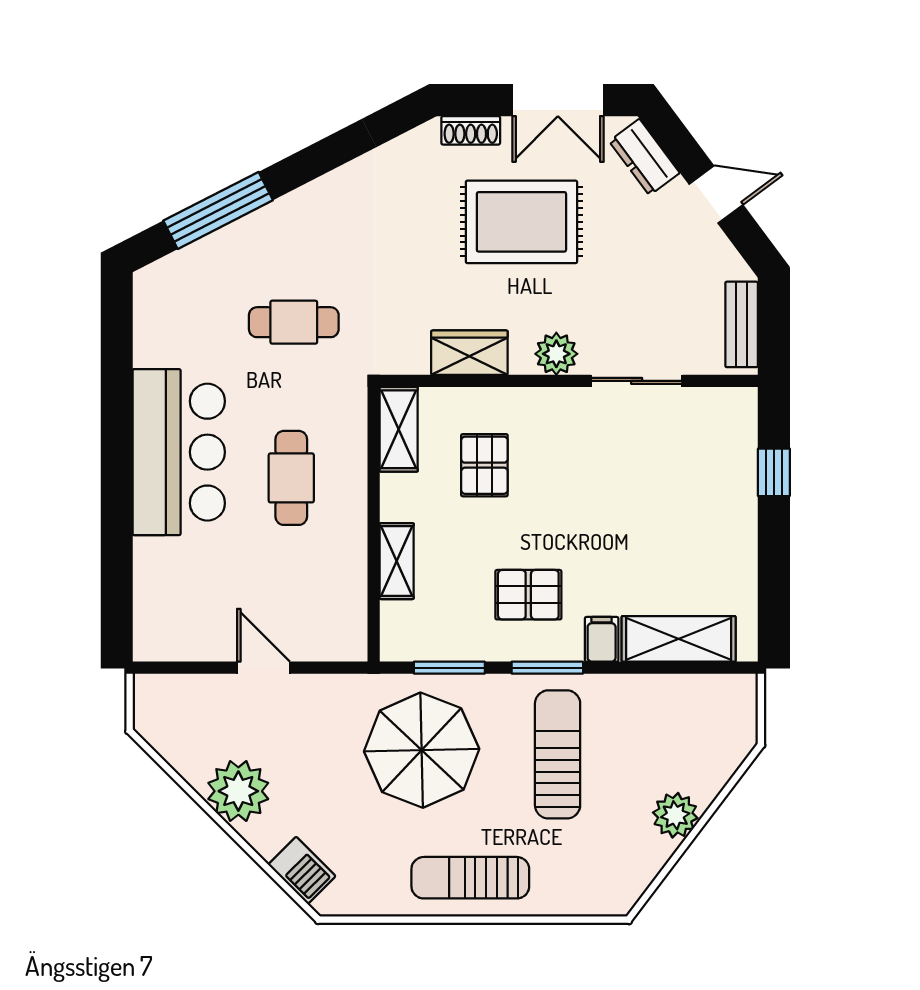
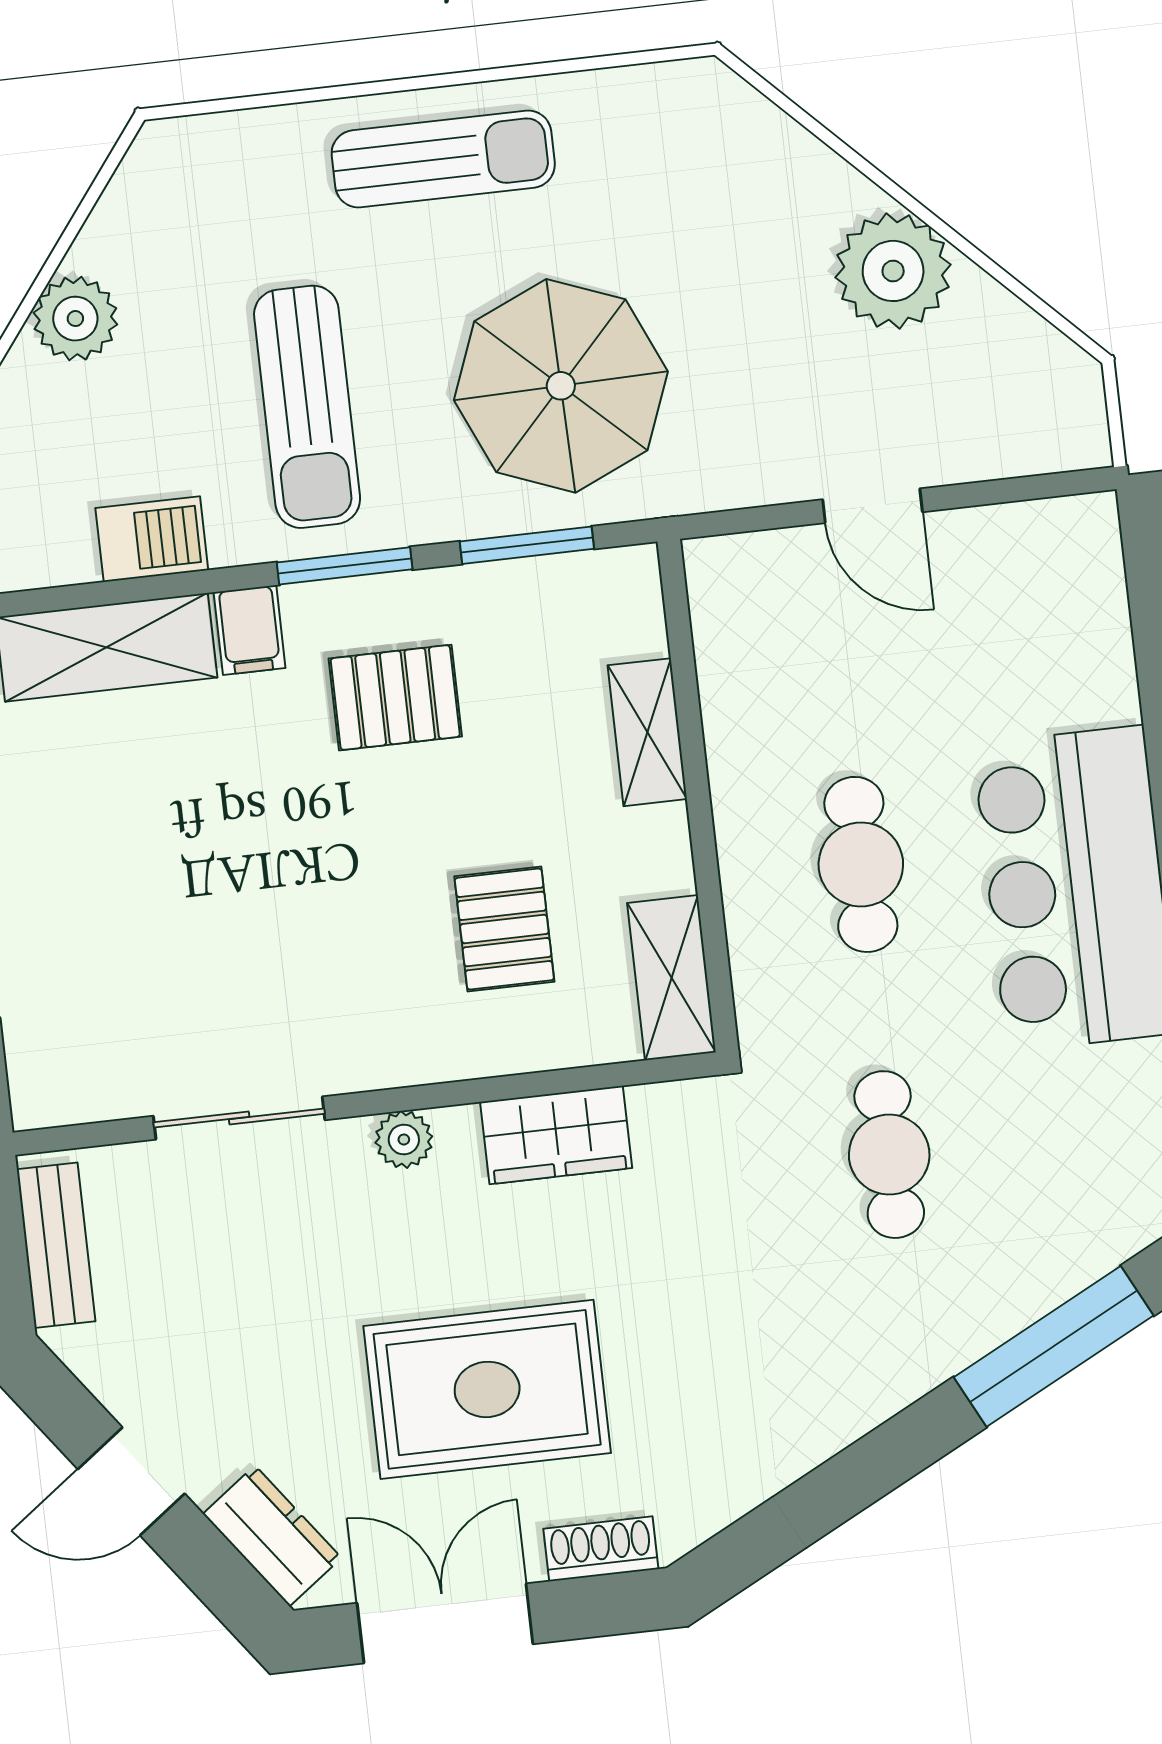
cafe table: (294, 322) -> (889, 1155), turned 90
plant: (556, 354) -> (404, 1140), width x0.73, depth x0.73
barbecue: (302, 870) -> (152, 539), moved, turned 135

